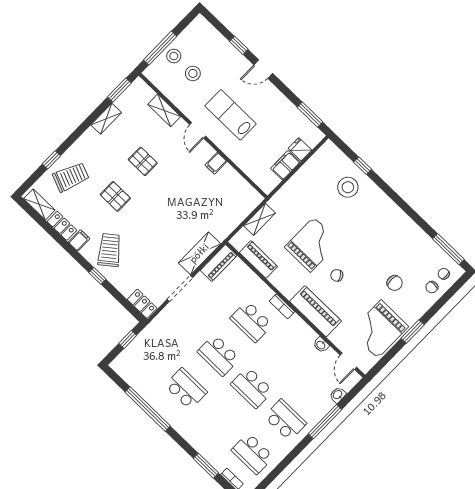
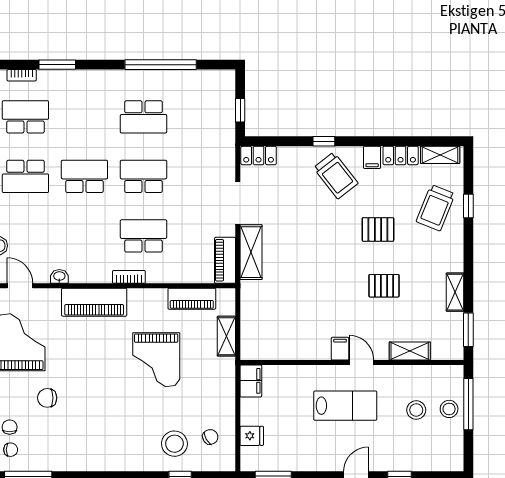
filing cabinet: (216, 163) -> (340, 349), moved
filing cabinet: (285, 165) -> (251, 381), moved
chair: (337, 275) -> (210, 437), moved

